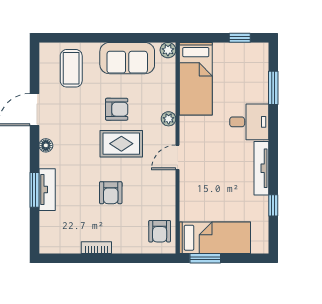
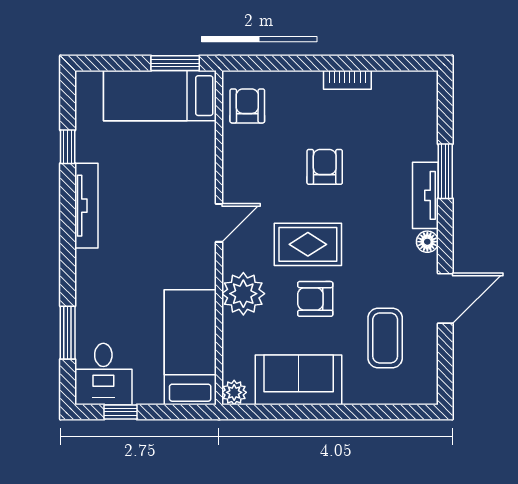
coffee table: (71, 68) -> (385, 338), moved
plant: (169, 119) -> (243, 294), width x1.88, depth x1.88
desk: (249, 122) -> (103, 374), moved, turned -90
tv unit: (47, 190) -> (425, 195), moved

